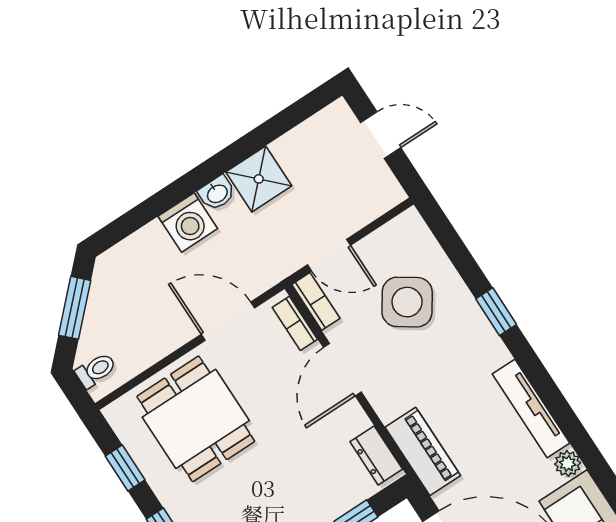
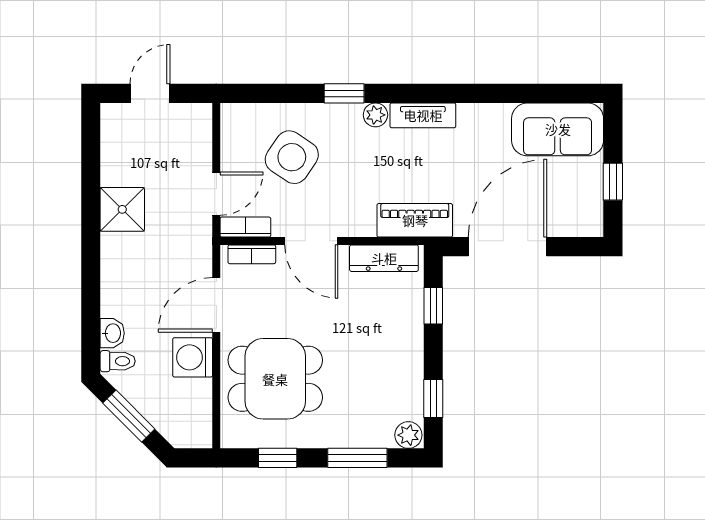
washbasin: (217, 193) -> (112, 333), moved
washing machine: (188, 222) -> (193, 357), moved, turned 180
toilet: (96, 370) -> (118, 361), moved, turned 90
tv unit: (531, 409) -> (423, 115), width x0.71
dresser: (376, 455) -> (384, 258), width x1.44
plant: (568, 463) -> (375, 115), moved

